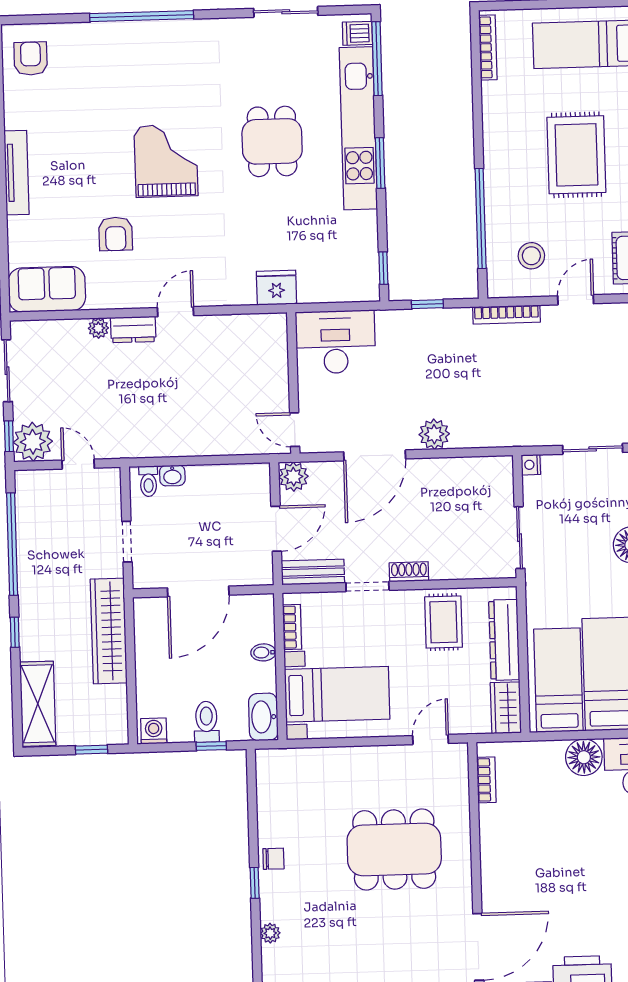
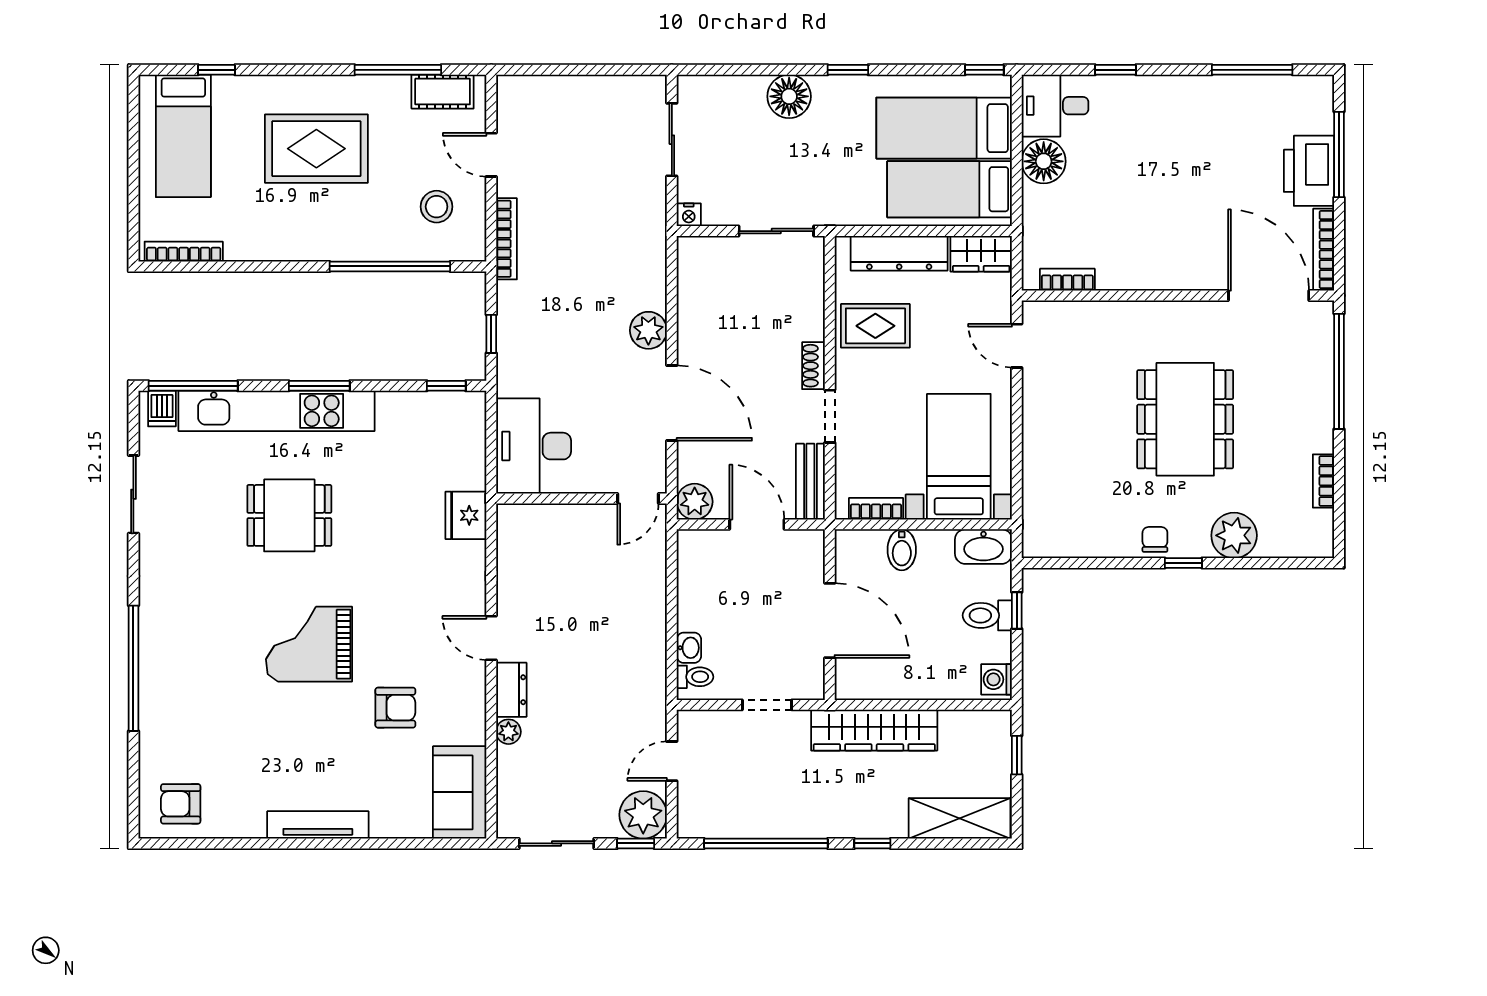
bidet: (263, 652) -> (902, 550), width x1.38, depth x1.36
dining table: (394, 850) -> (1185, 419), moved
plant: (270, 933) -> (1234, 535), width x1.88, depth x1.88

